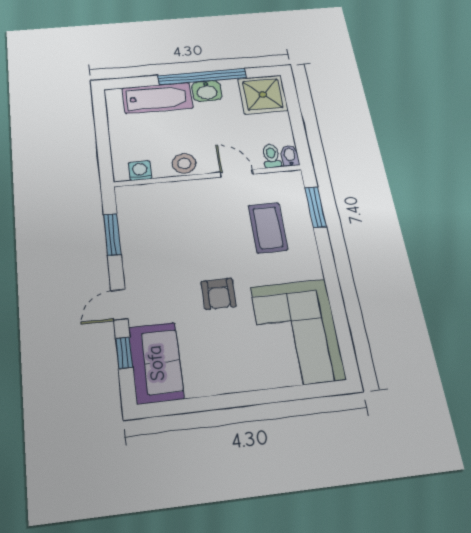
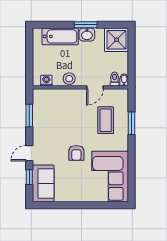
window: (202, 77) -> (86, 25), width x0.47
door: (237, 173) -> (95, 87), swing flipped
window: (316, 207) -> (131, 123), moved

